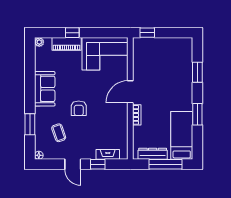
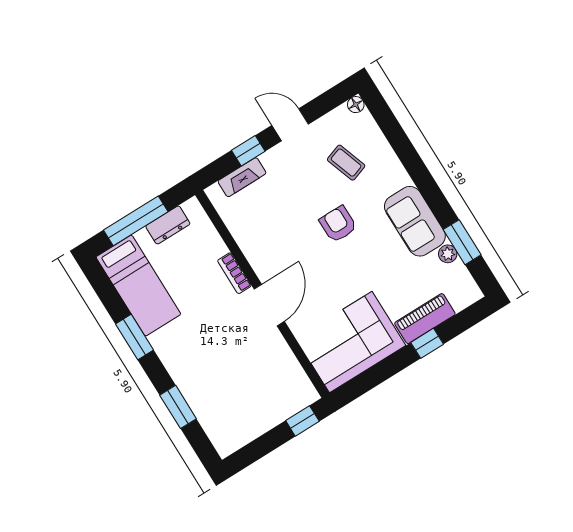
plant: (39, 42) -> (448, 254), moved
window: (30, 124) -> (462, 242), moved
dresser: (153, 154) -> (168, 225), width x0.70

